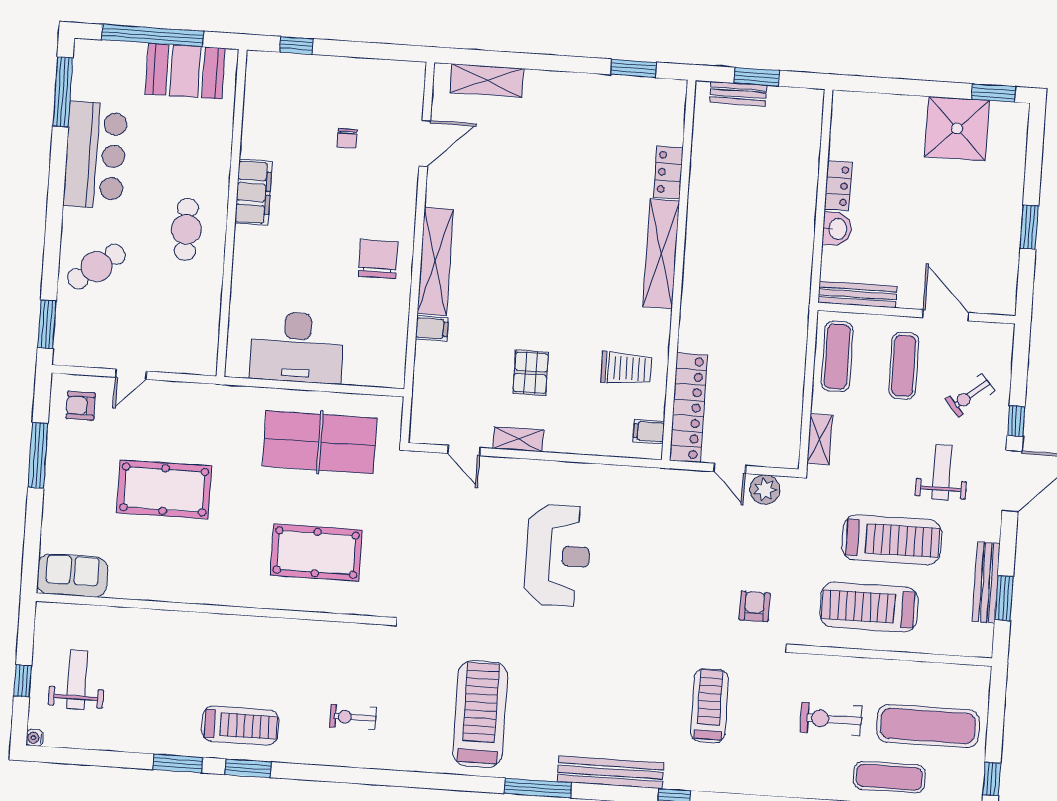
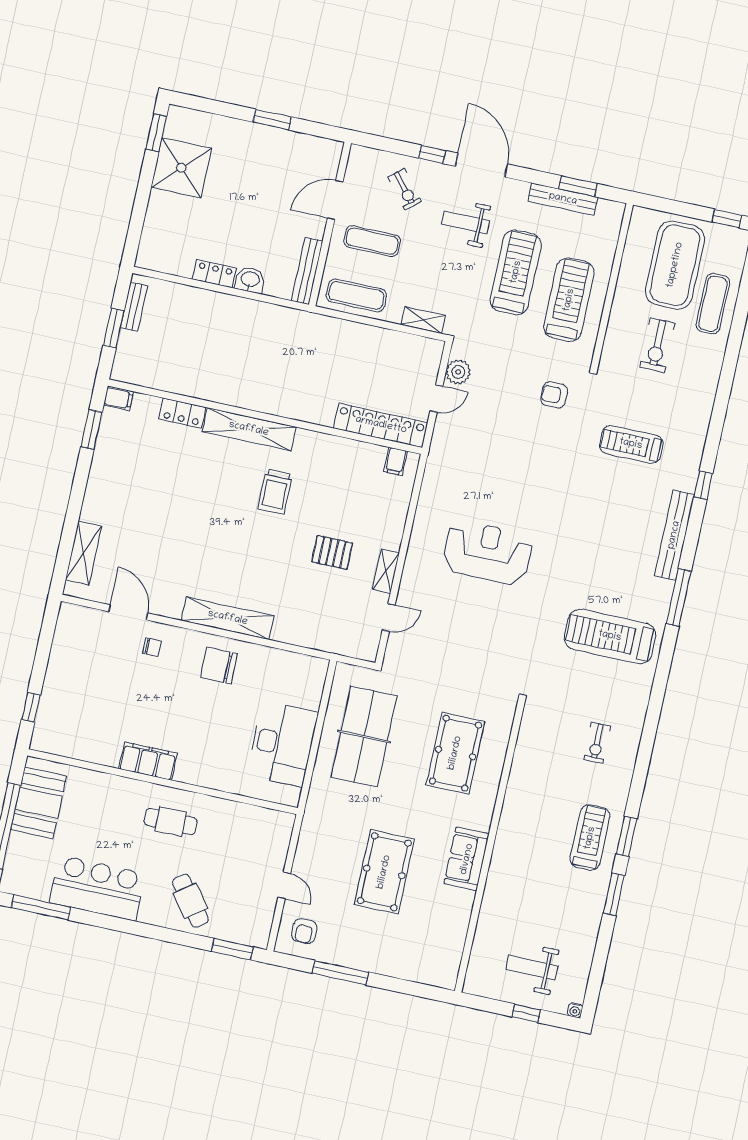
bench: (738, 94) -> (134, 307), moved
chair: (347, 138) -> (152, 647), moved
filing cabinet: (432, 328) -> (118, 398), moved, turned 90
trolley: (626, 368) -> (275, 491), moved, turned 180
sofa: (72, 576) -> (467, 859), moved
treadmill: (869, 607) -> (569, 300), turned 180
exercise mat: (928, 726) -> (675, 265), width x1.47

